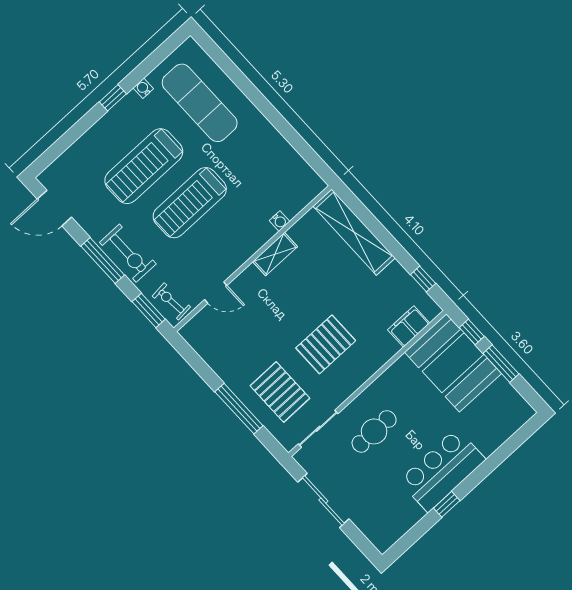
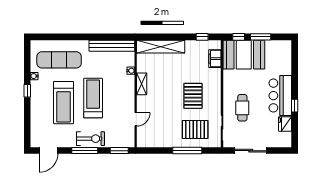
bench: (290, 160) -> (112, 46), added
treadmill: (190, 203) -> (93, 98), turned 180
exercise bike: (171, 301) -> (124, 139), removed
fridge: (408, 515) -> (285, 124), added

